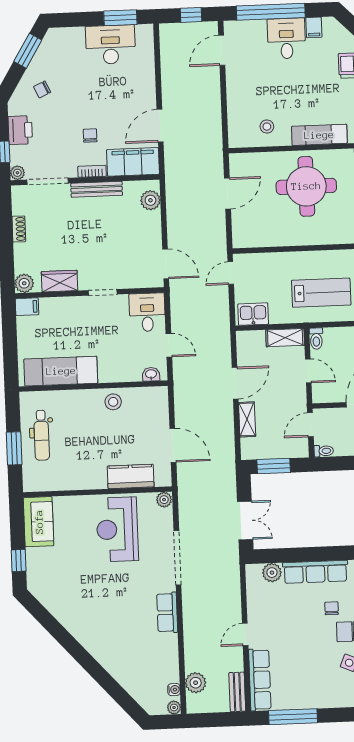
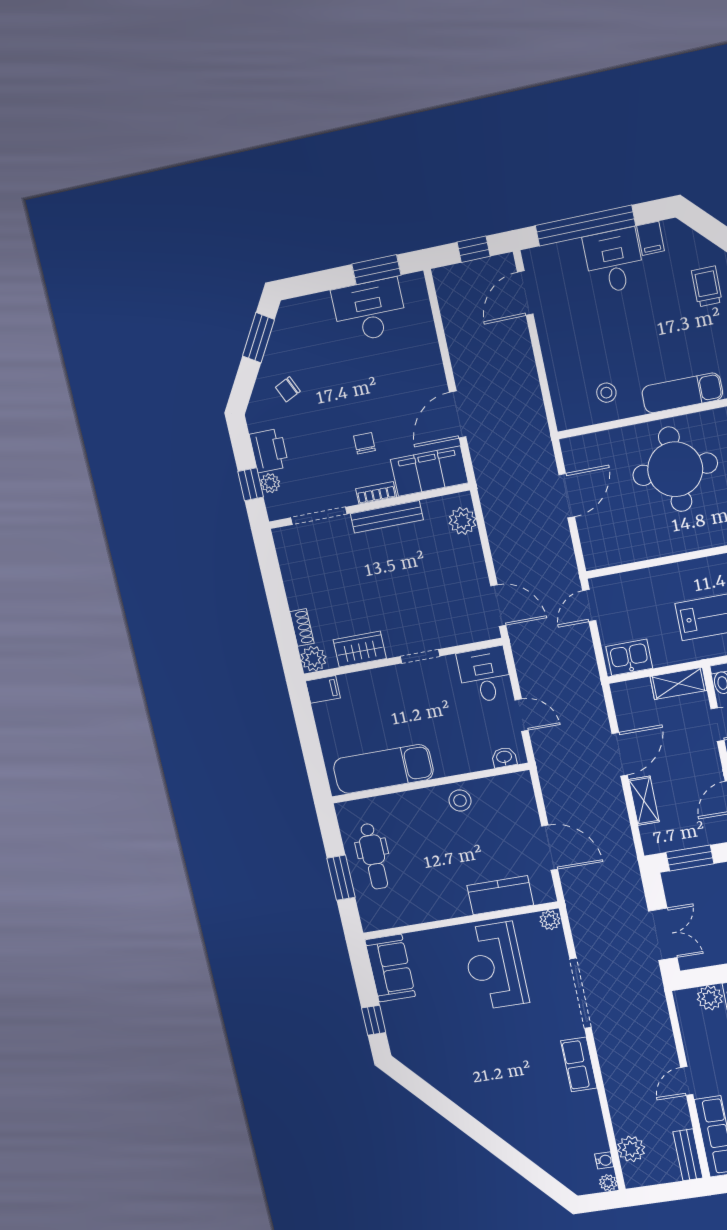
plant: (17, 173) -> (270, 483), moved
shoe rack: (19, 229) -> (302, 627), moved

